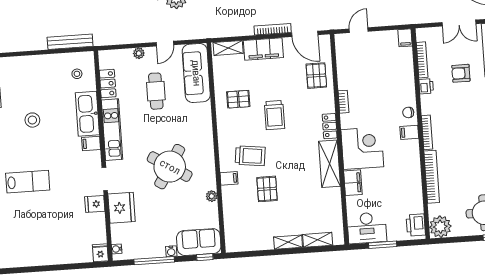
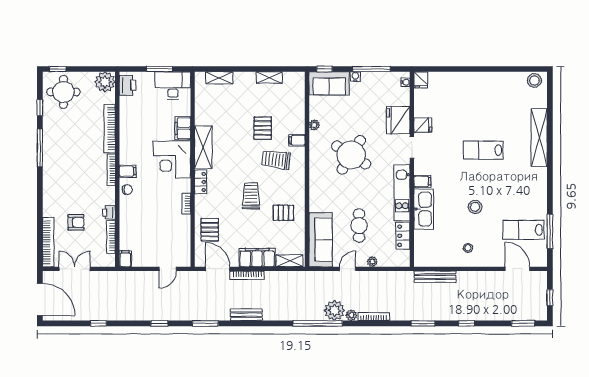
stool: (77, 74) -> (468, 248), moved
shelving: (288, 242) -> (269, 78), moved

